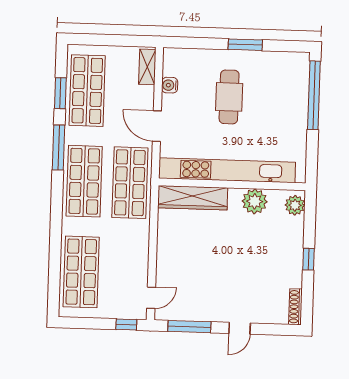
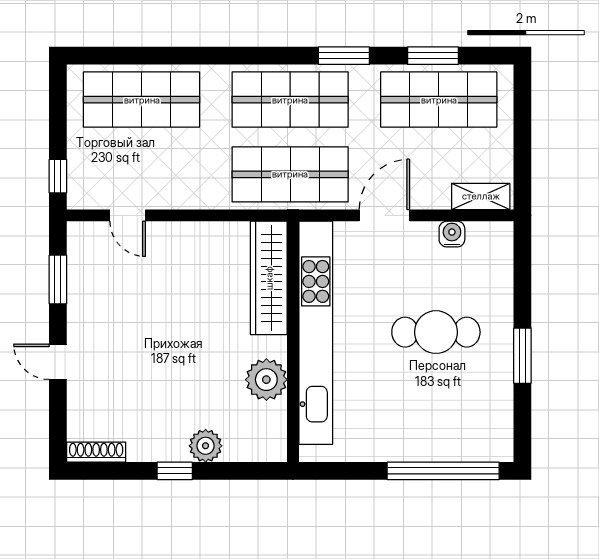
window: (59, 147) -> (344, 56), width x0.69
plant: (295, 205) -> (206, 446), moved
door: (151, 298) -> (128, 215), moved
window: (189, 327) -> (58, 280), width x0.69

